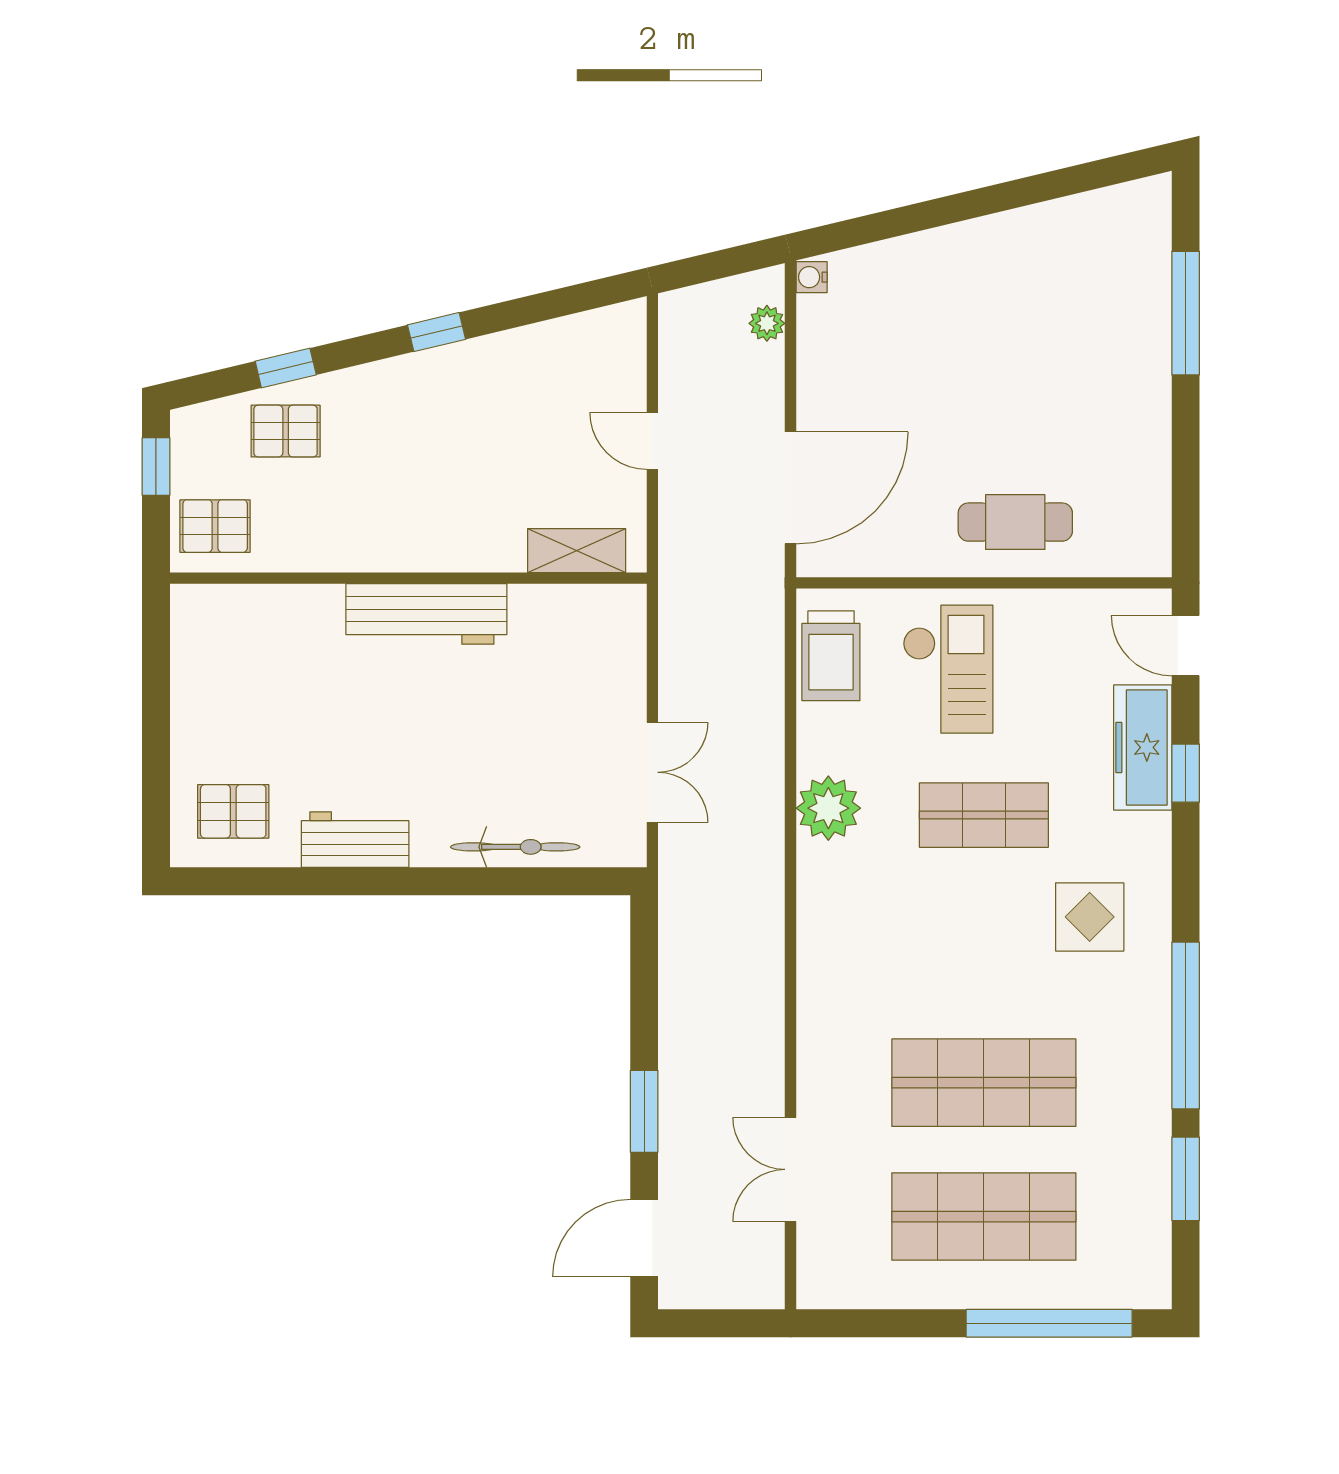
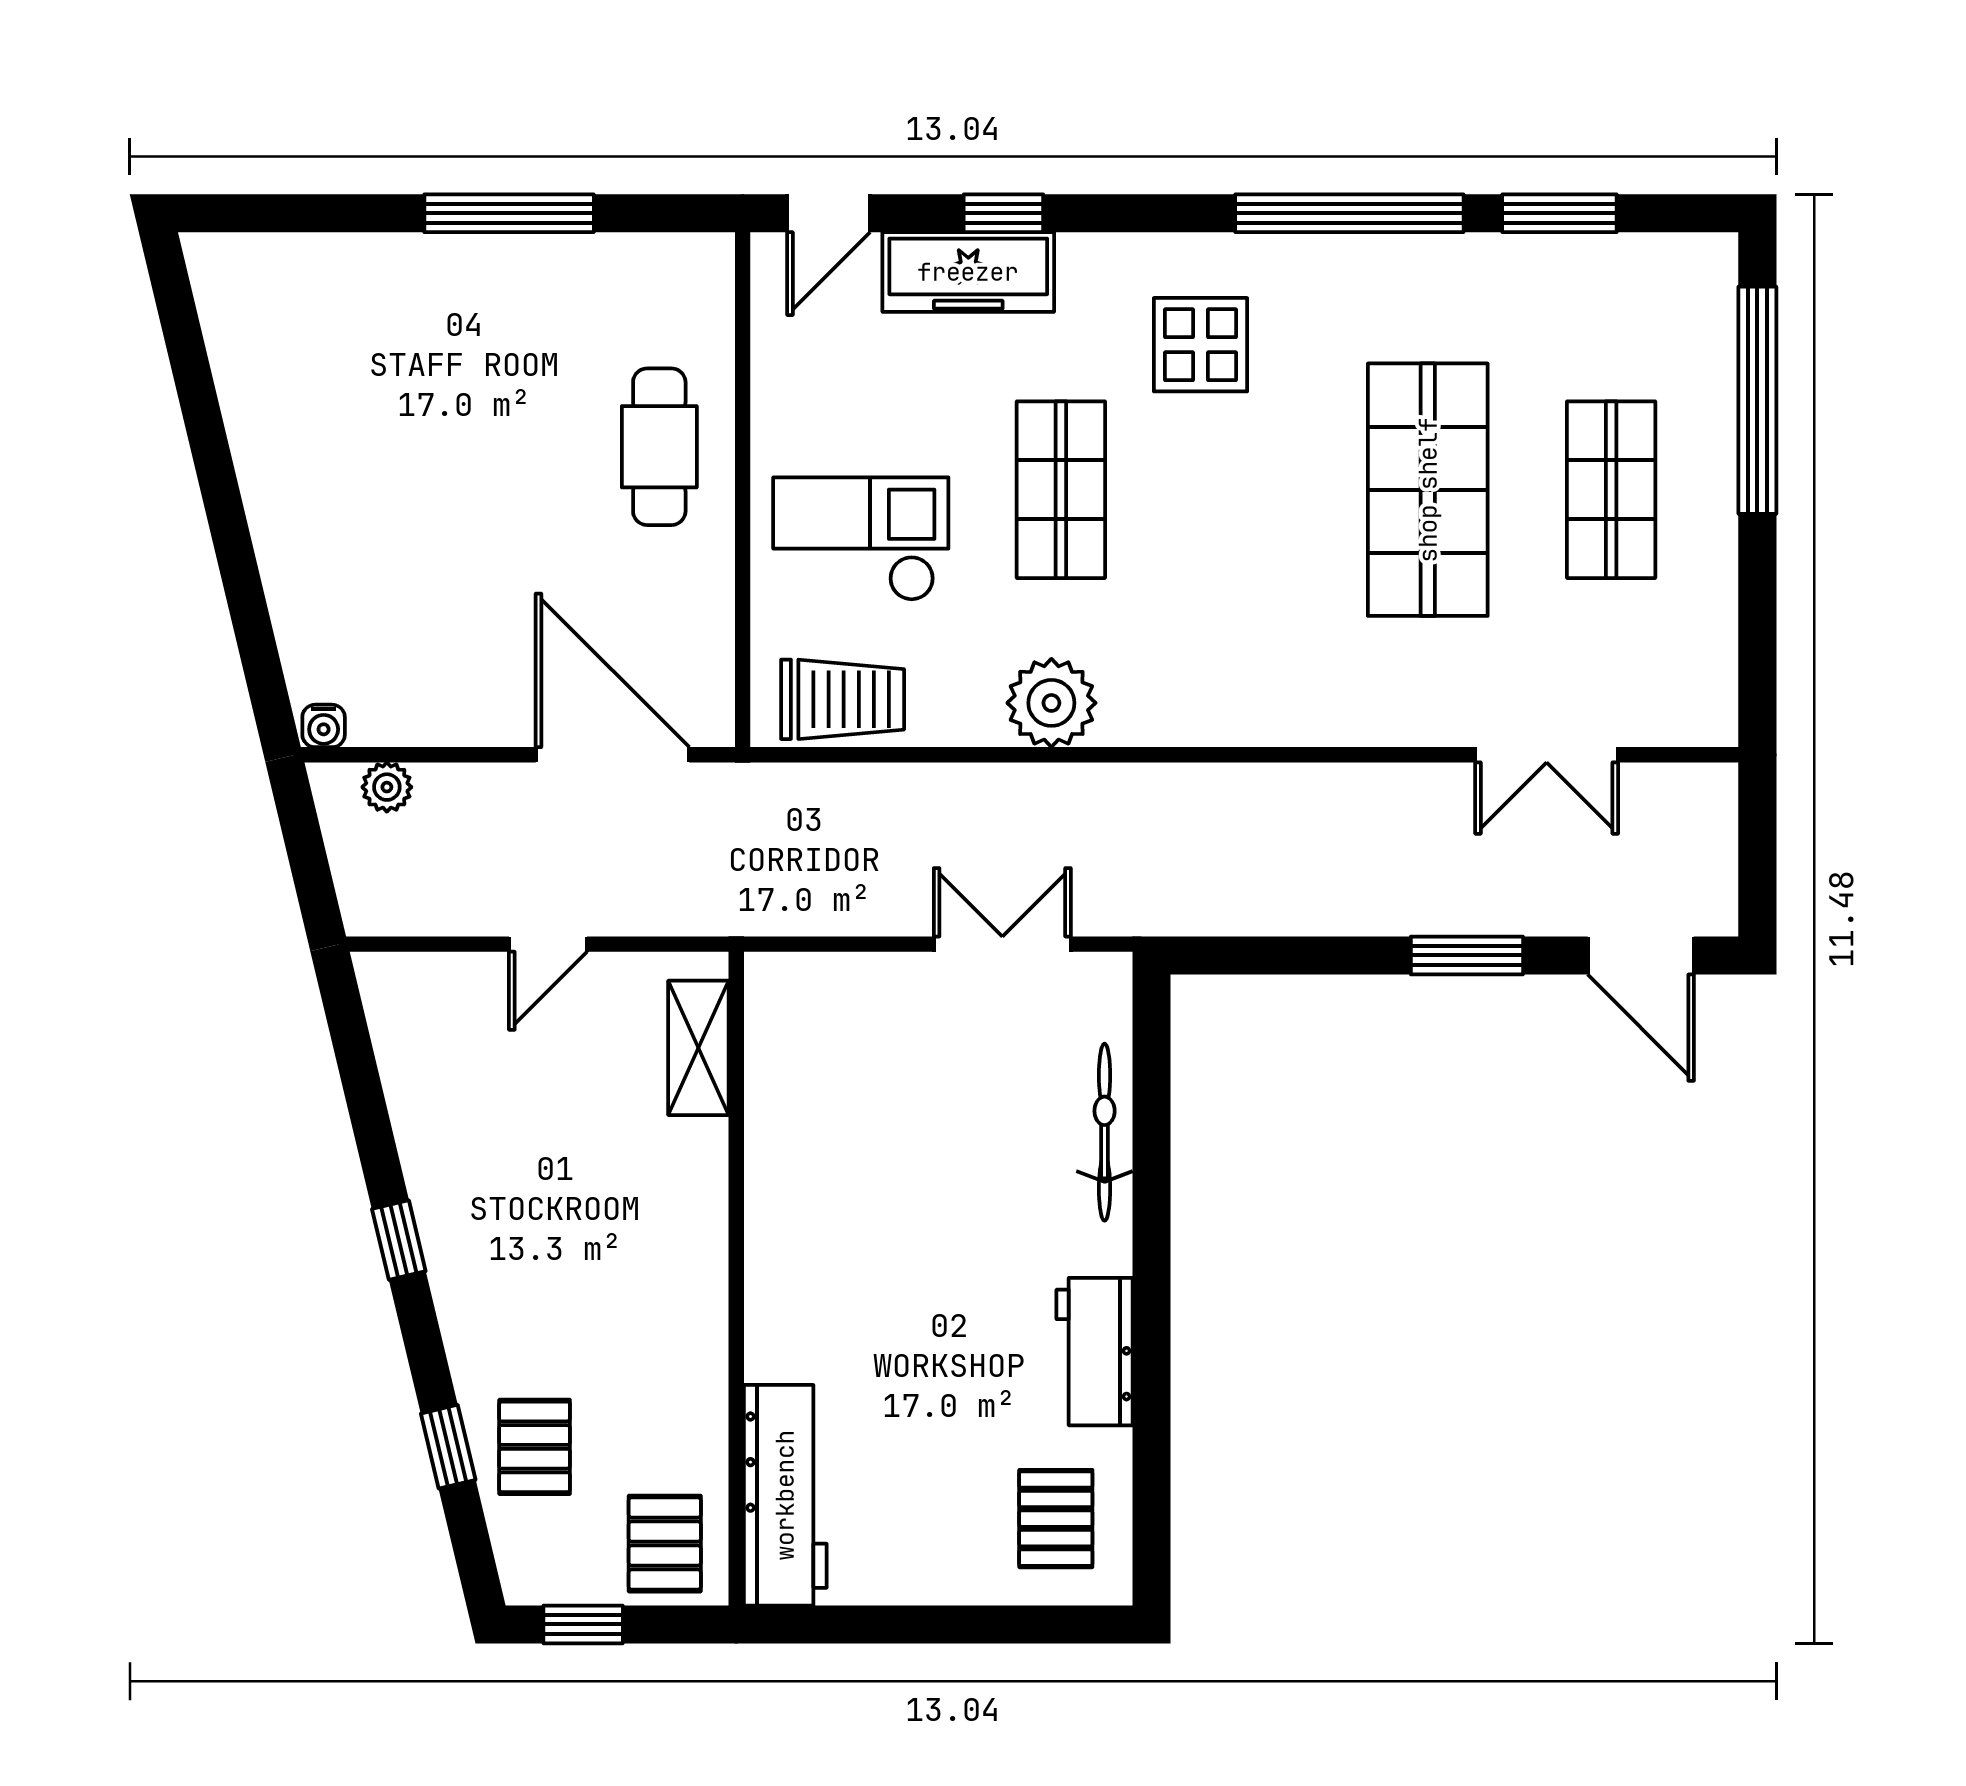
window: (1186, 313) -> (509, 213), moved
workbench: (426, 614) -> (785, 1495), moved
shop shelf: (984, 1217) -> (1611, 490), width x0.70, depth x0.74

